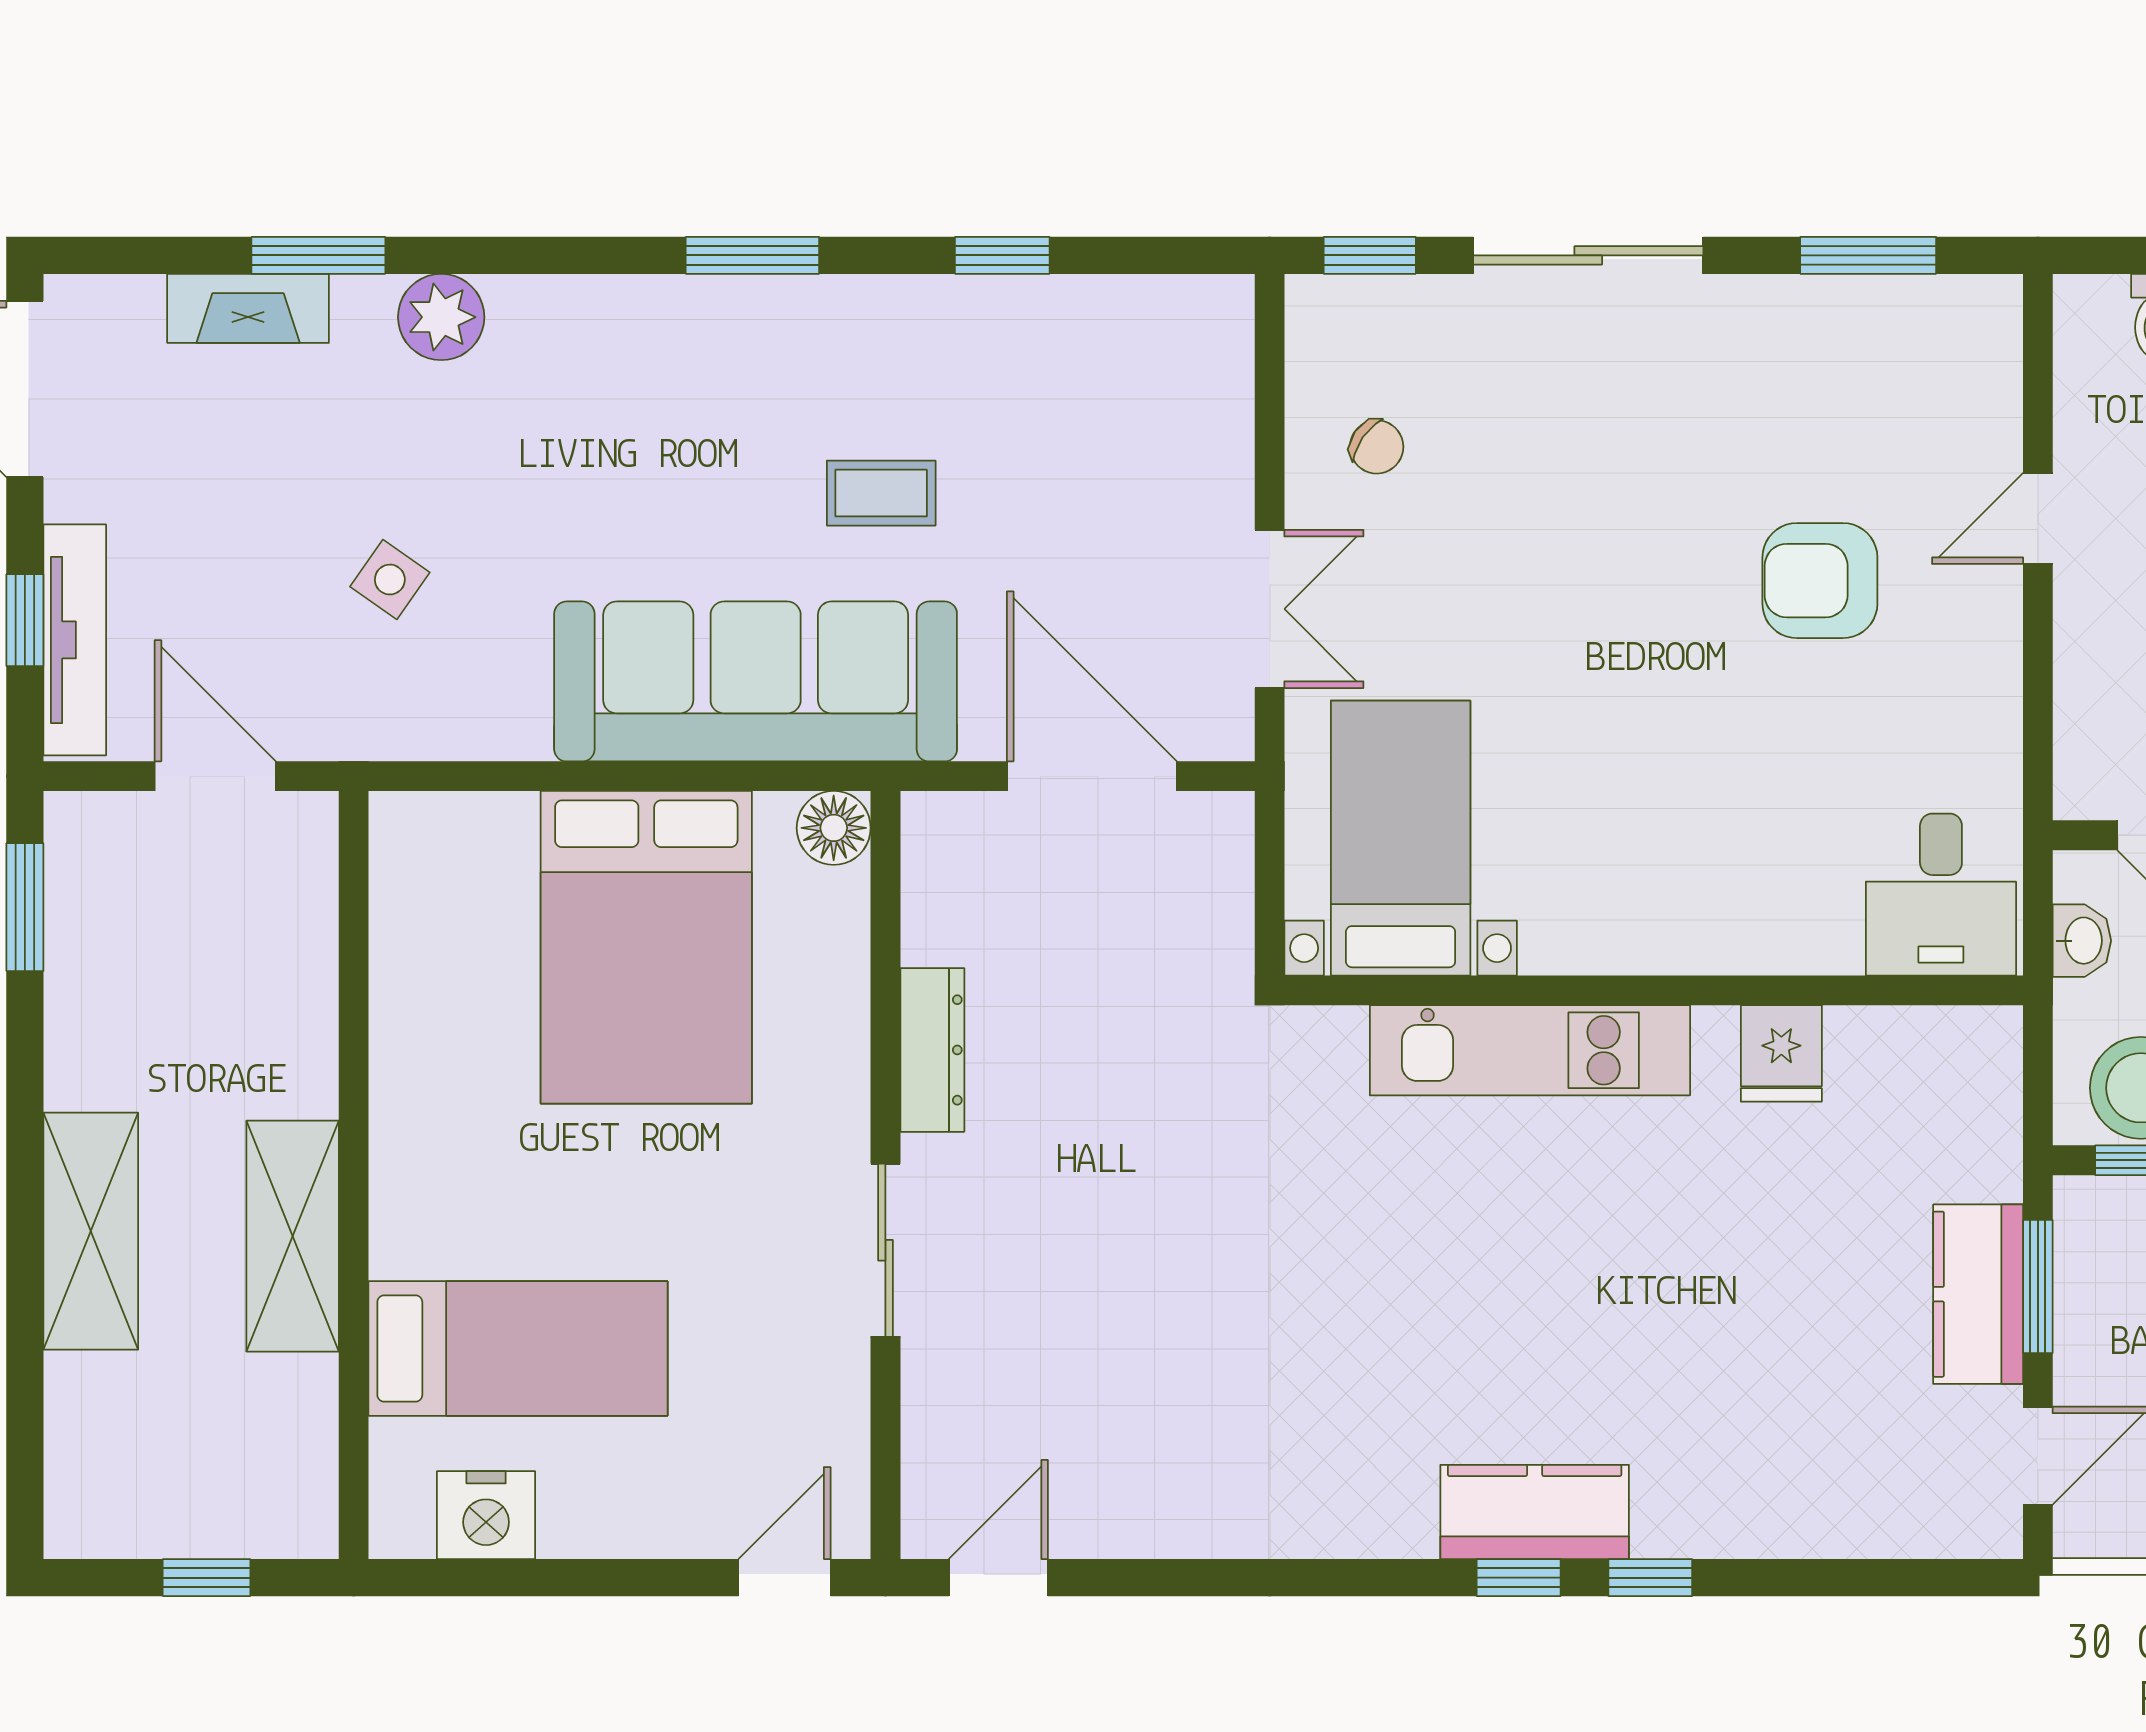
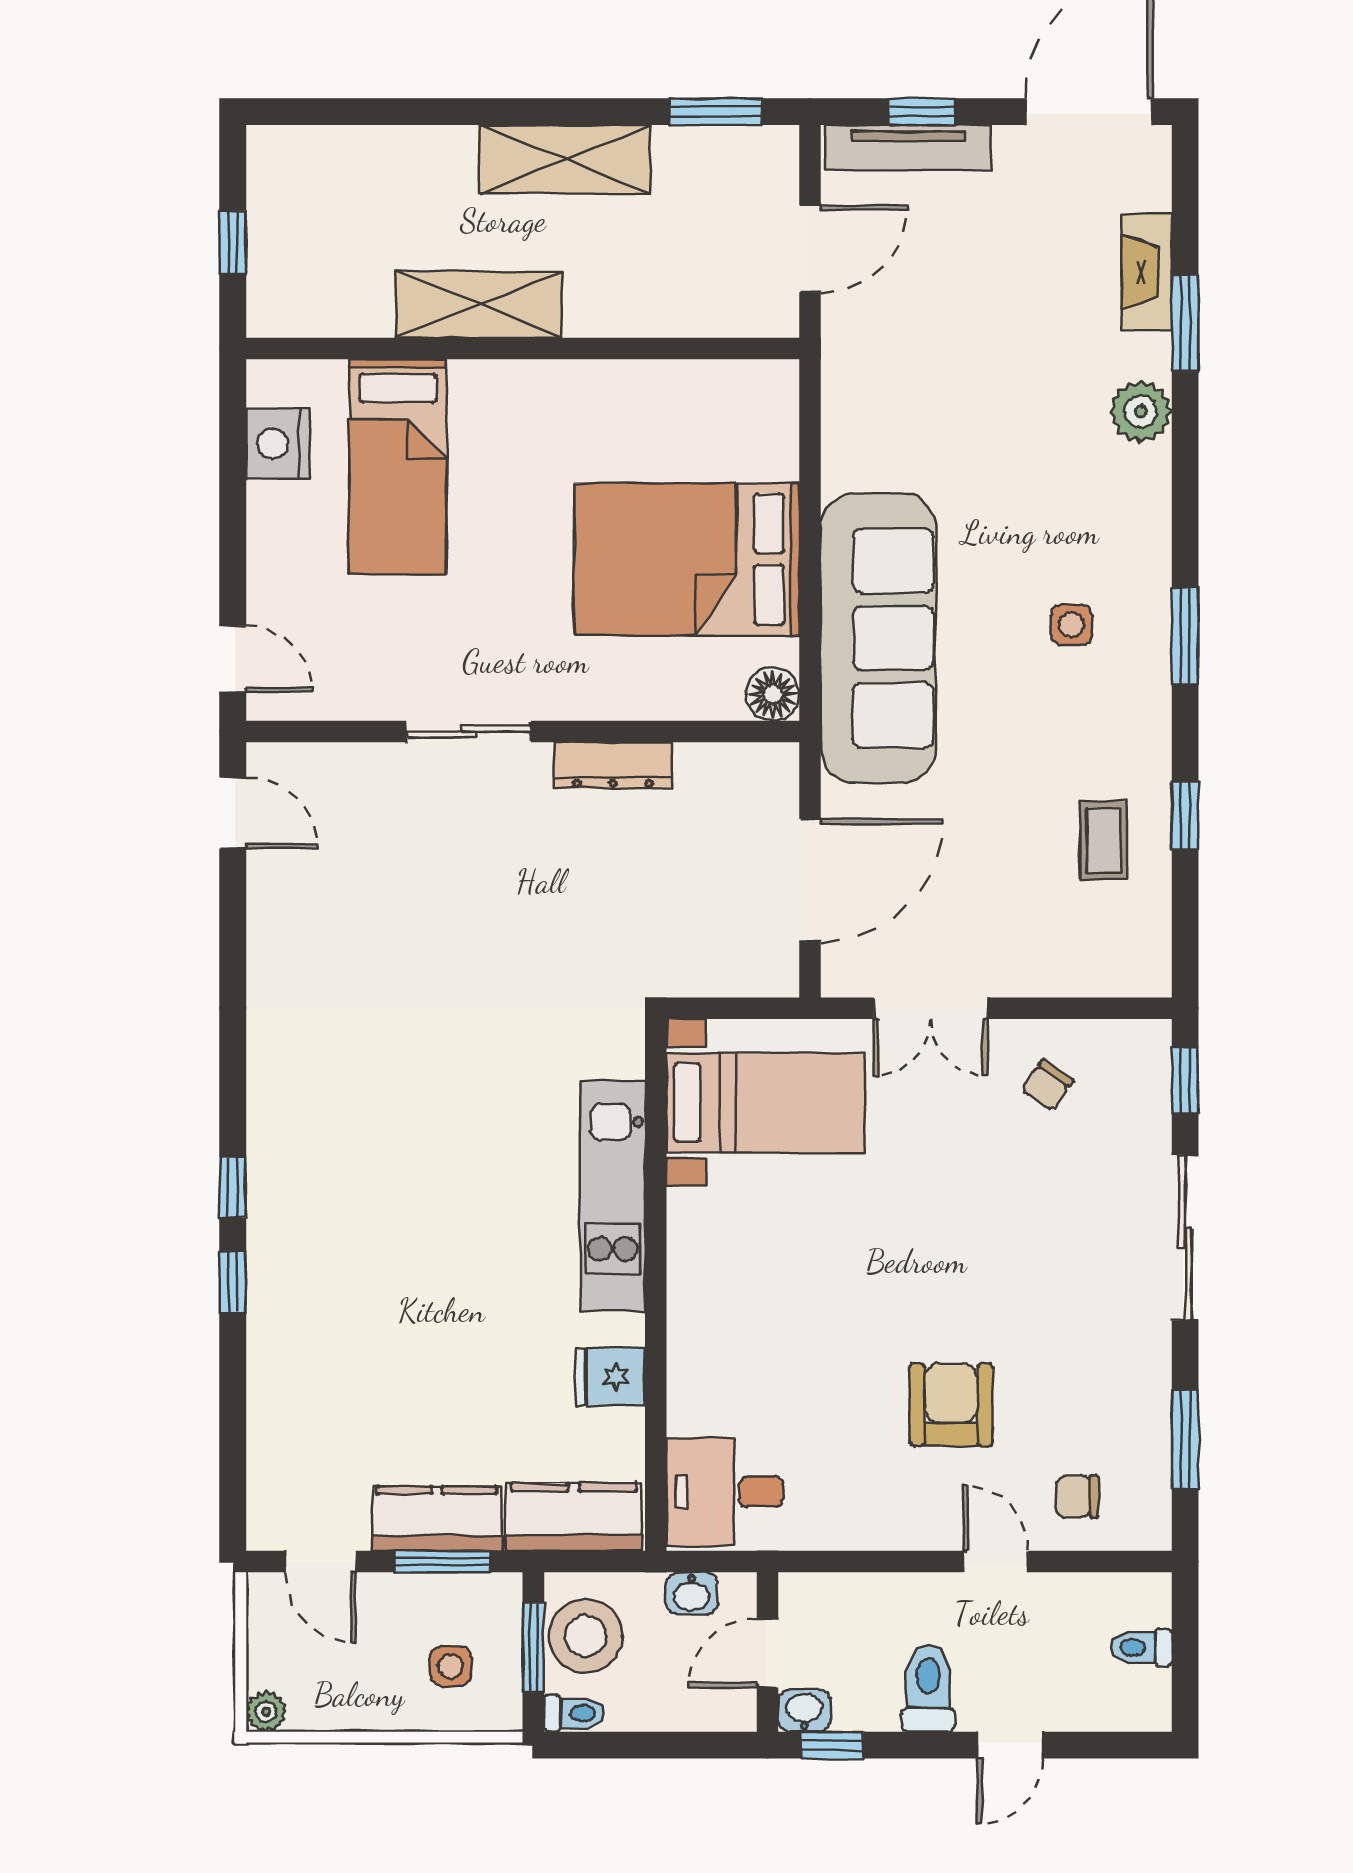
chair: (1948, 405) -> (1077, 1497), added
coffee table: (881, 493) -> (1103, 841), moved
side table: (390, 580) -> (1071, 625), moved, turned -35
shelving: (91, 1231) -> (565, 159), moved
kitchen counter: (1535, 1512) -> (574, 1517), moved, turned -90

